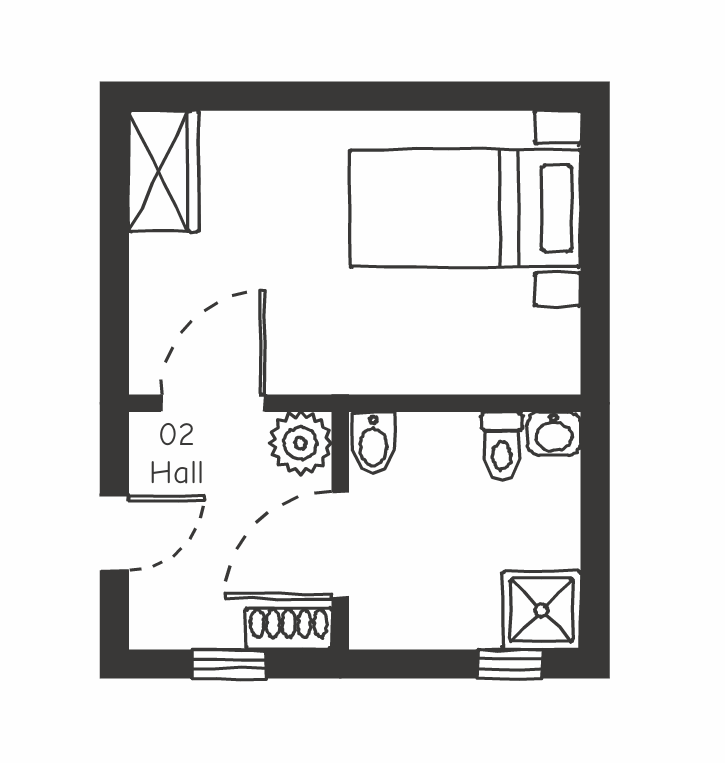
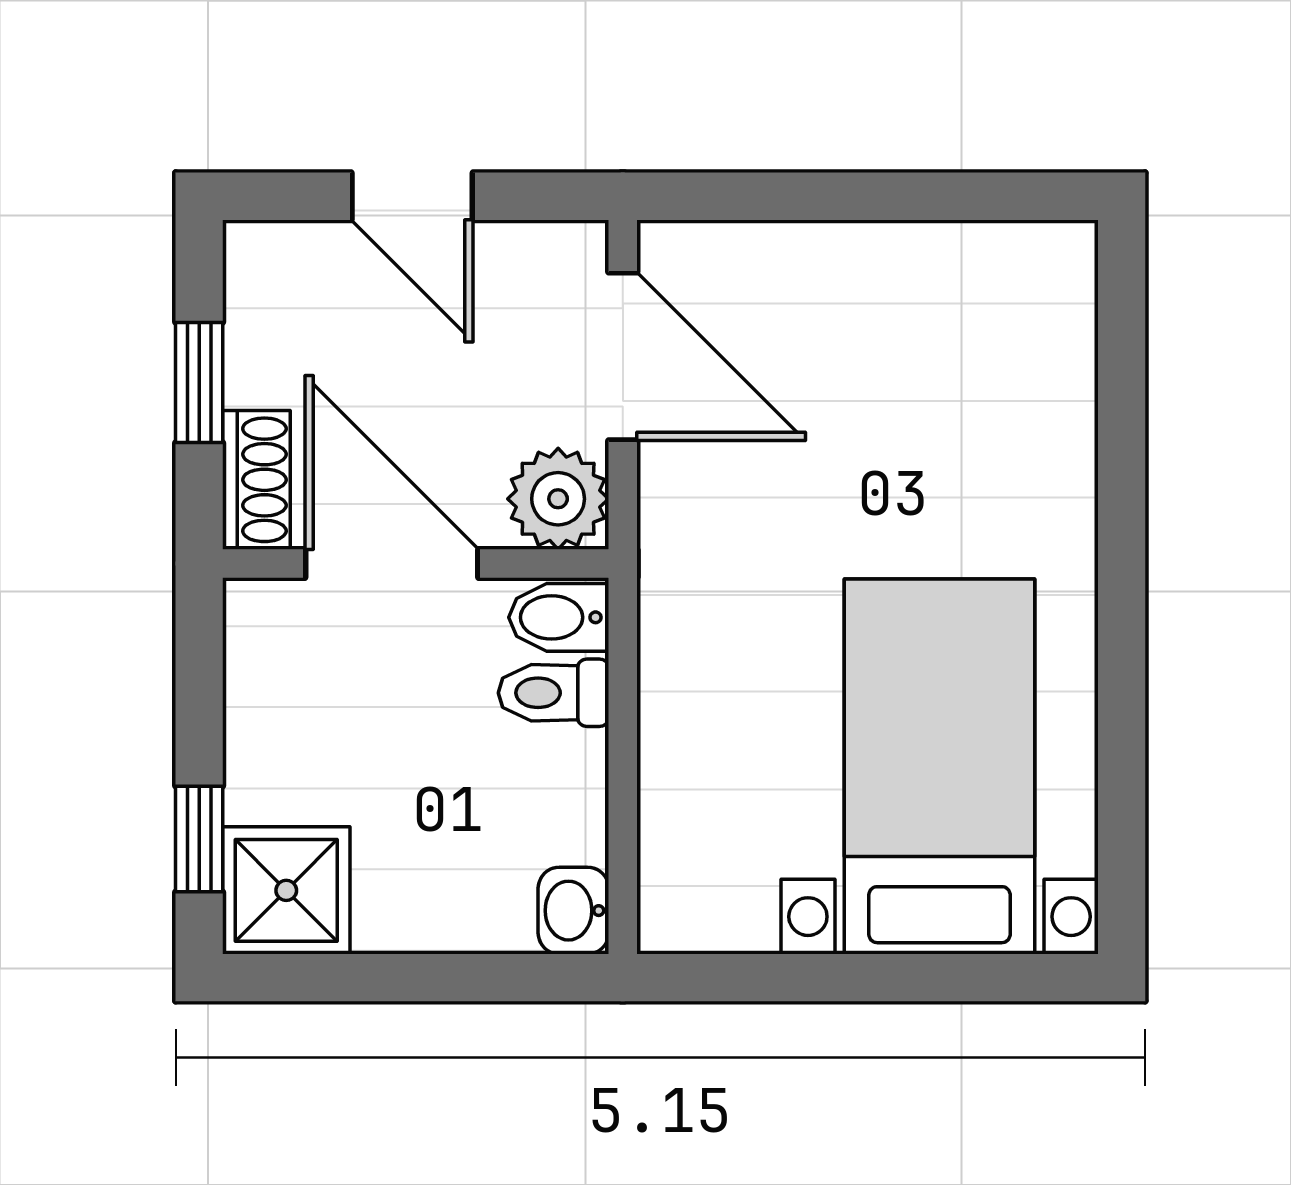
wardrobe: (164, 171) -> (1000, 277), removed
toilet: (502, 446) -> (553, 693), moved

